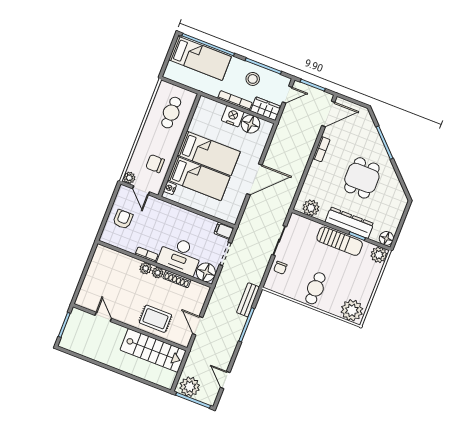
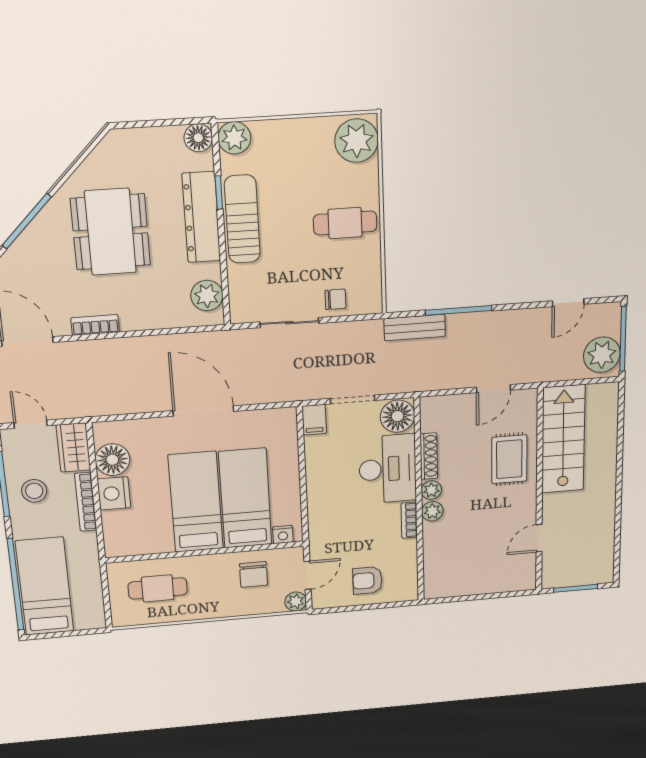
dining table: (362, 178) -> (110, 232), width x1.38

